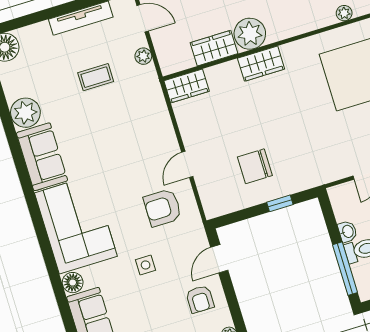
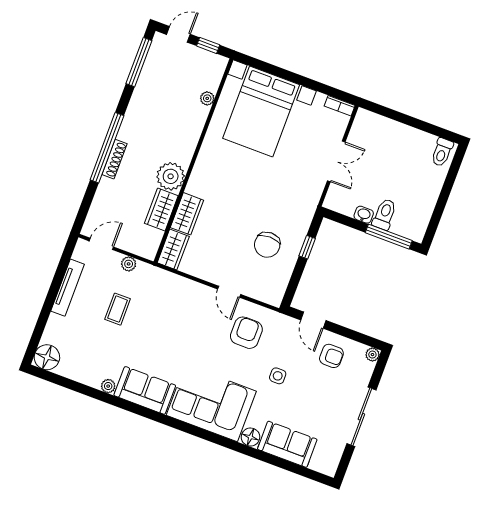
wardrobe: (261, 64) -> (187, 214), moved
plant: (25, 113) -> (108, 386), width x0.53, depth x0.53
armchair: (163, 208) -> (246, 333), turned 180

